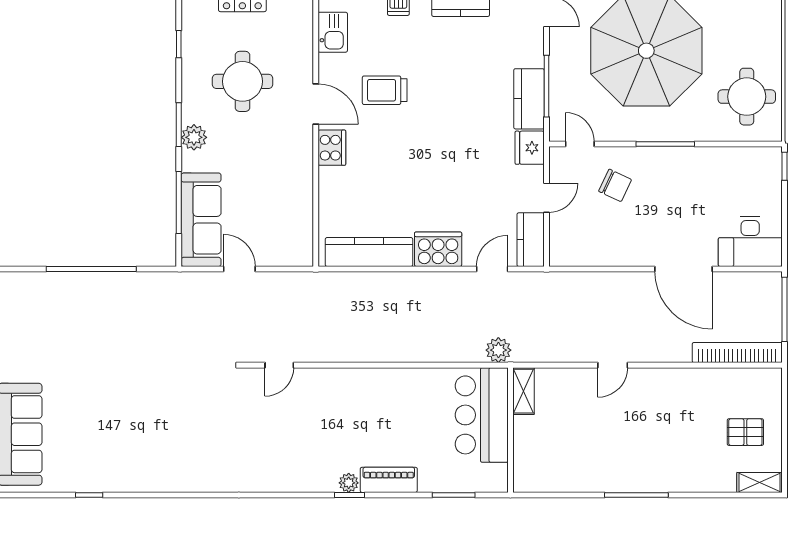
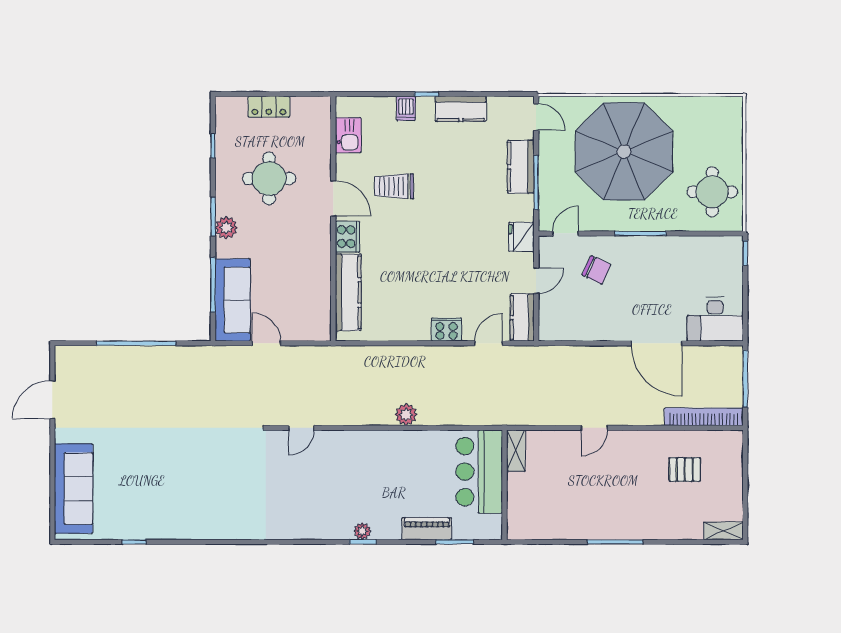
kitchen counter: (529, 99) -> (521, 167), moved
door: (580, 144) -> (565, 233), hinge flipped
cooker: (438, 249) -> (447, 330), width x0.73, depth x0.76
kitchen counter: (369, 252) -> (348, 292), moved, turned 90
plant: (498, 350) -> (406, 415), moved
pallet: (745, 432) -> (685, 469), moved
piano: (389, 480) -> (427, 529), moved

